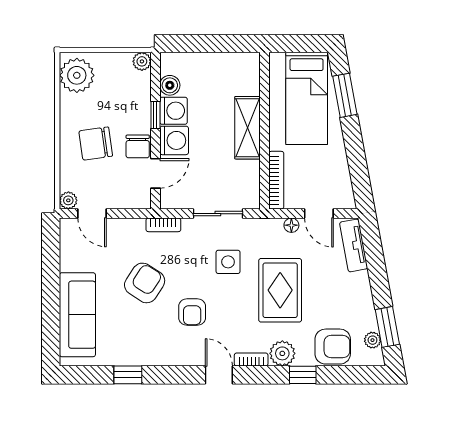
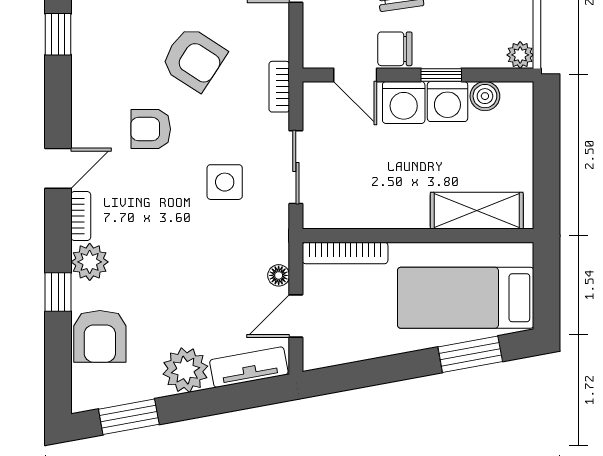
shelving: (248, 128) -> (477, 211), moved
rug: (280, 290) -> (183, 259), removed
plant: (372, 340) -> (185, 370), moved, width x1.88, depth x1.88

